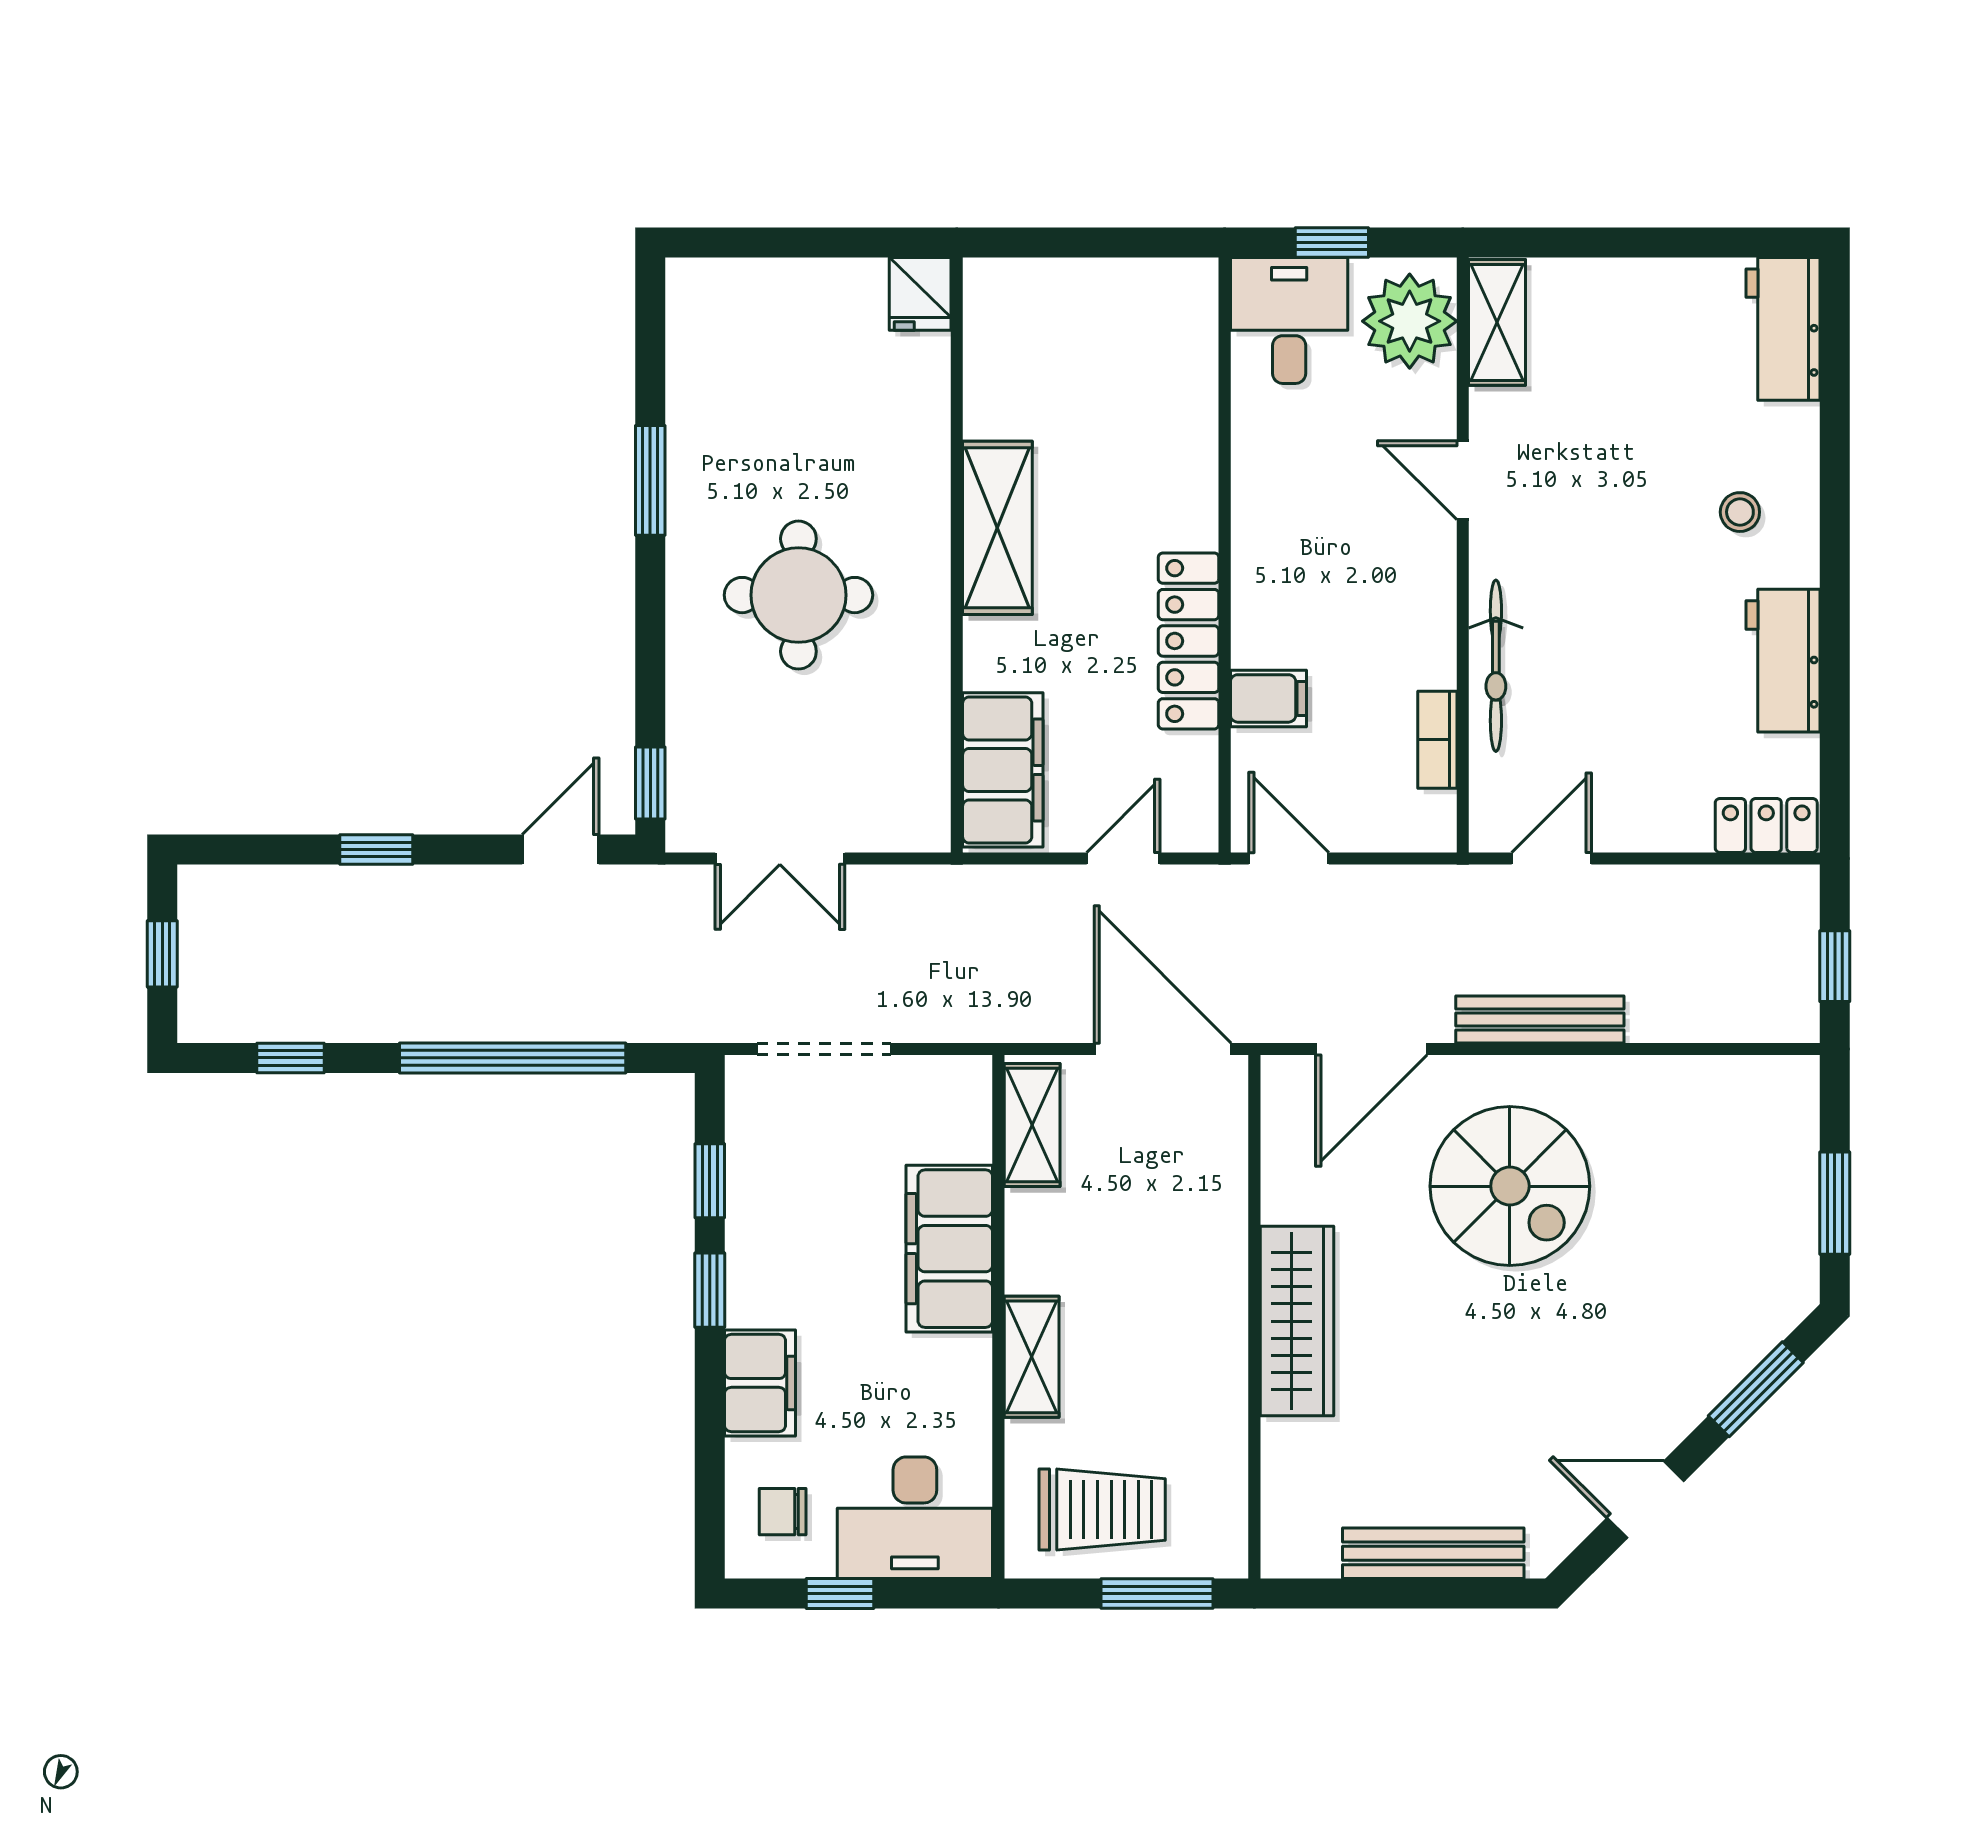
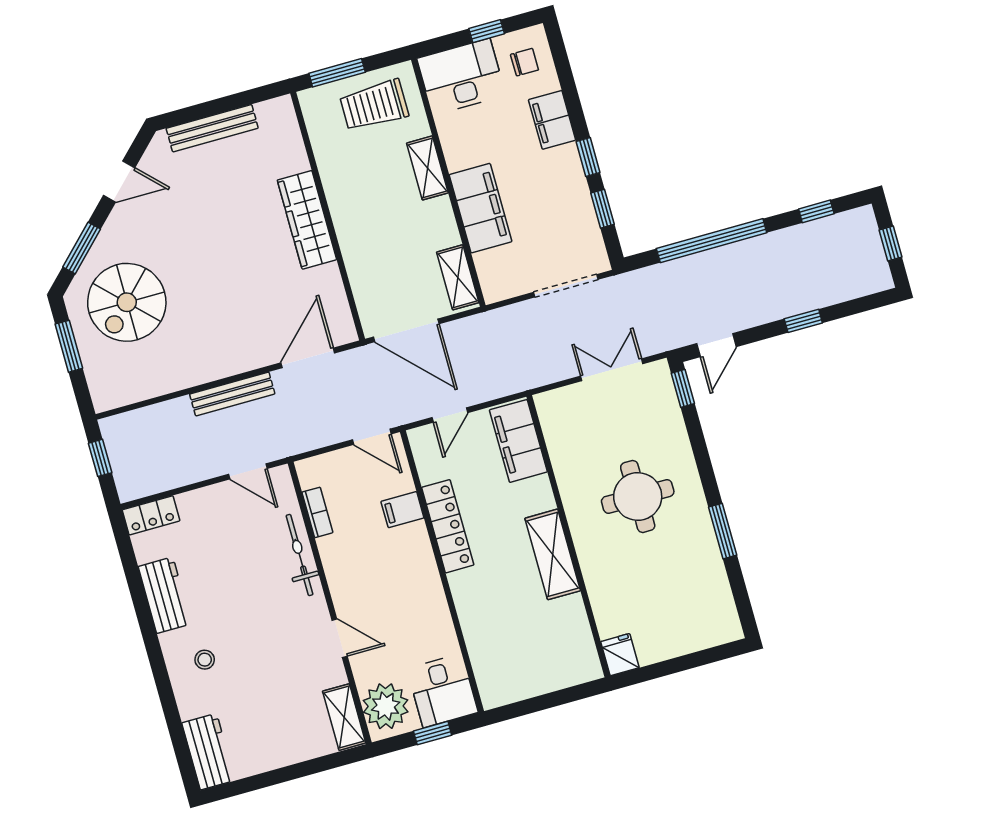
door: (1552, 858) -> (248, 471), hinge flipped
spiral stairs: (1510, 1186) -> (127, 302), moved, turned -90

